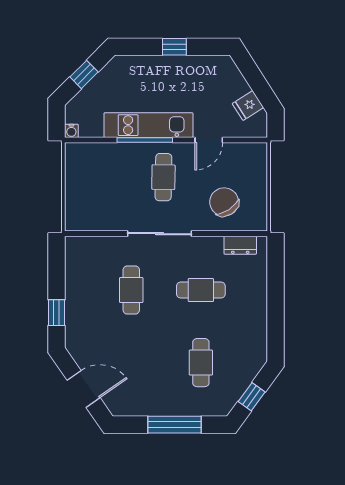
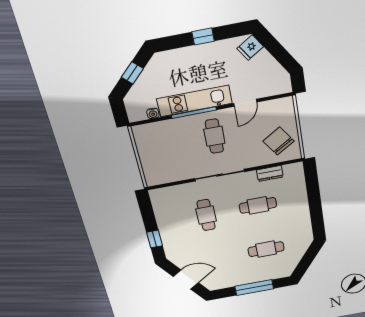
fridge: (248, 106) -> (250, 48), moved
water cooler: (71, 131) -> (153, 113), moved
chair: (224, 202) -> (278, 141), moved
dresser: (240, 245) -> (270, 174), moved
cafe table: (201, 363) -> (266, 249), turned 90
window: (252, 397) -> (306, 262), removed

